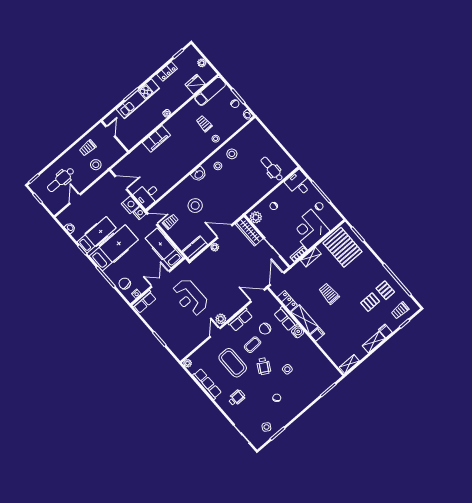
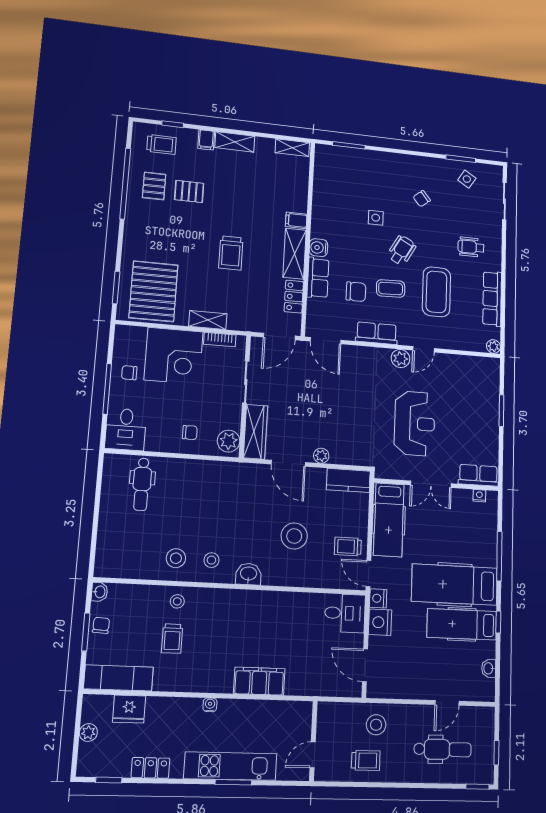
chair: (125, 284) -> (482, 523), removed

